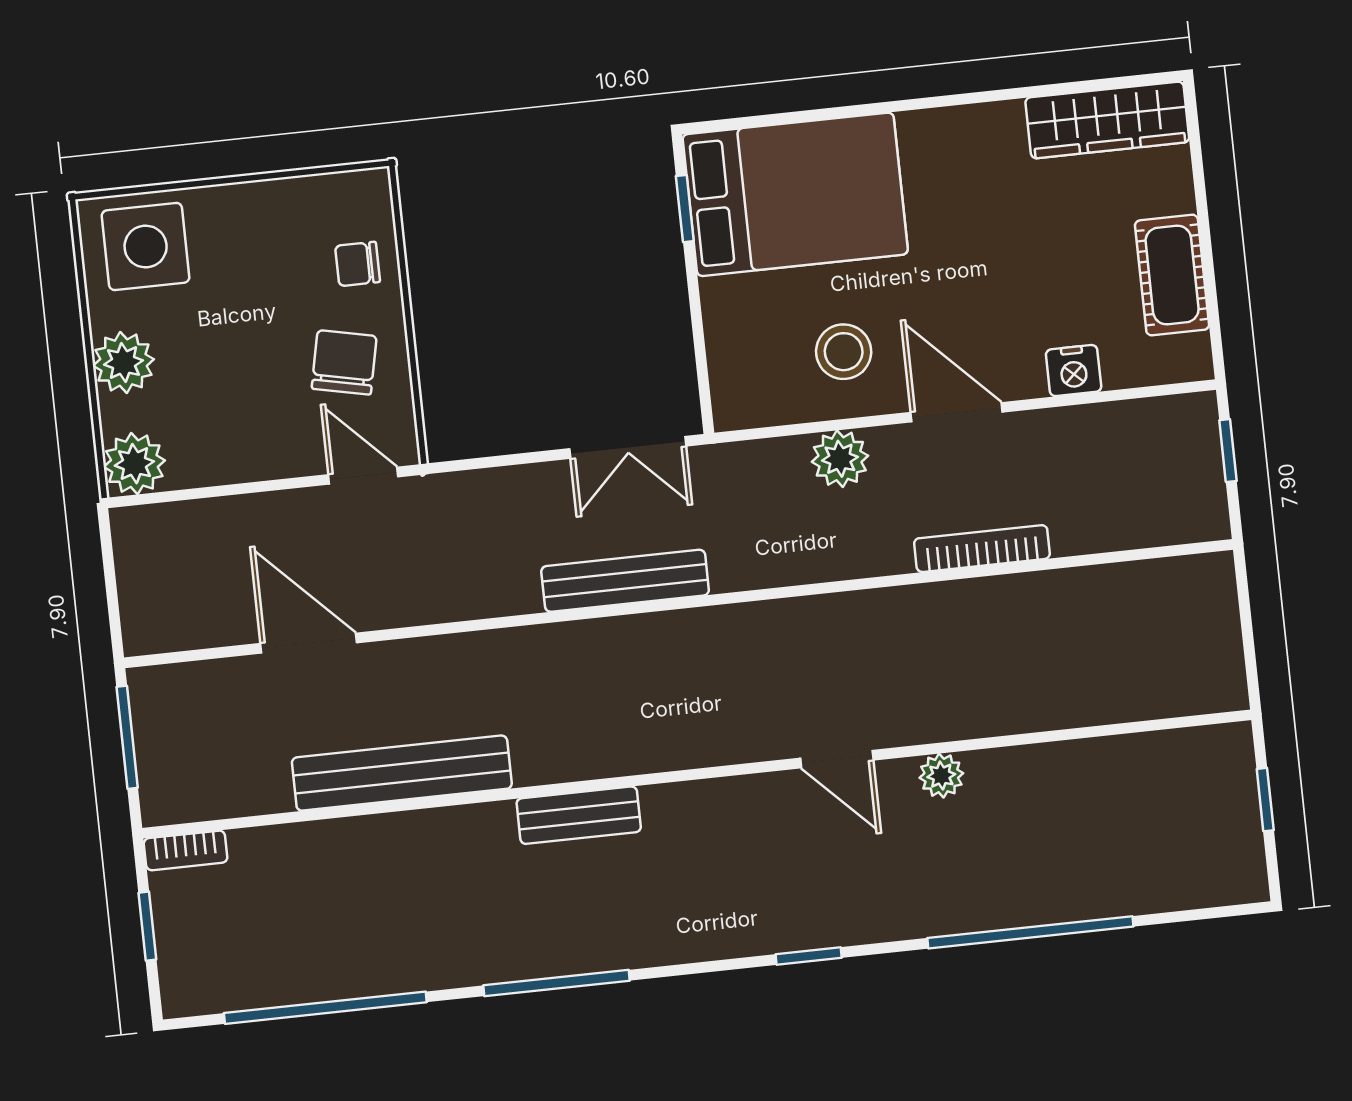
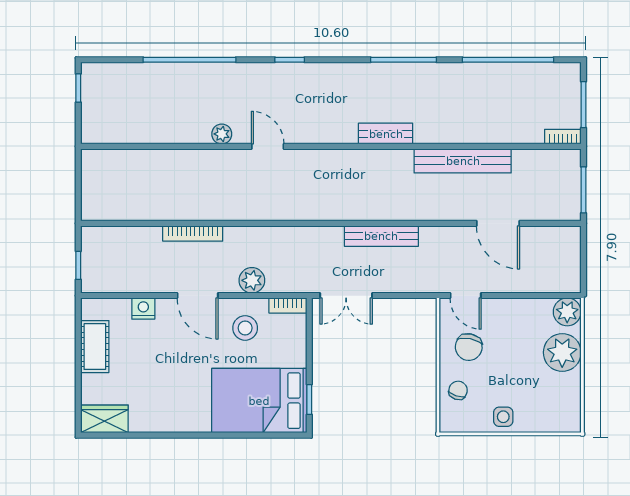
wardrobe: (1107, 120) -> (104, 419), width x0.67
side table: (146, 247) -> (503, 417), moved, width x0.54, depth x0.54
chair: (358, 264) -> (458, 390), turned -71
plant: (124, 362) -> (562, 352), width x1.36, depth x1.36
bookcase: (754, 411) -> (288, 306), added
double door: (628, 447) -> (346, 296), swing flipped
bench: (625, 581) -> (381, 236), moved
window: (1265, 800) -> (78, 88), moved
window: (147, 926) -> (584, 105), width x1.50

